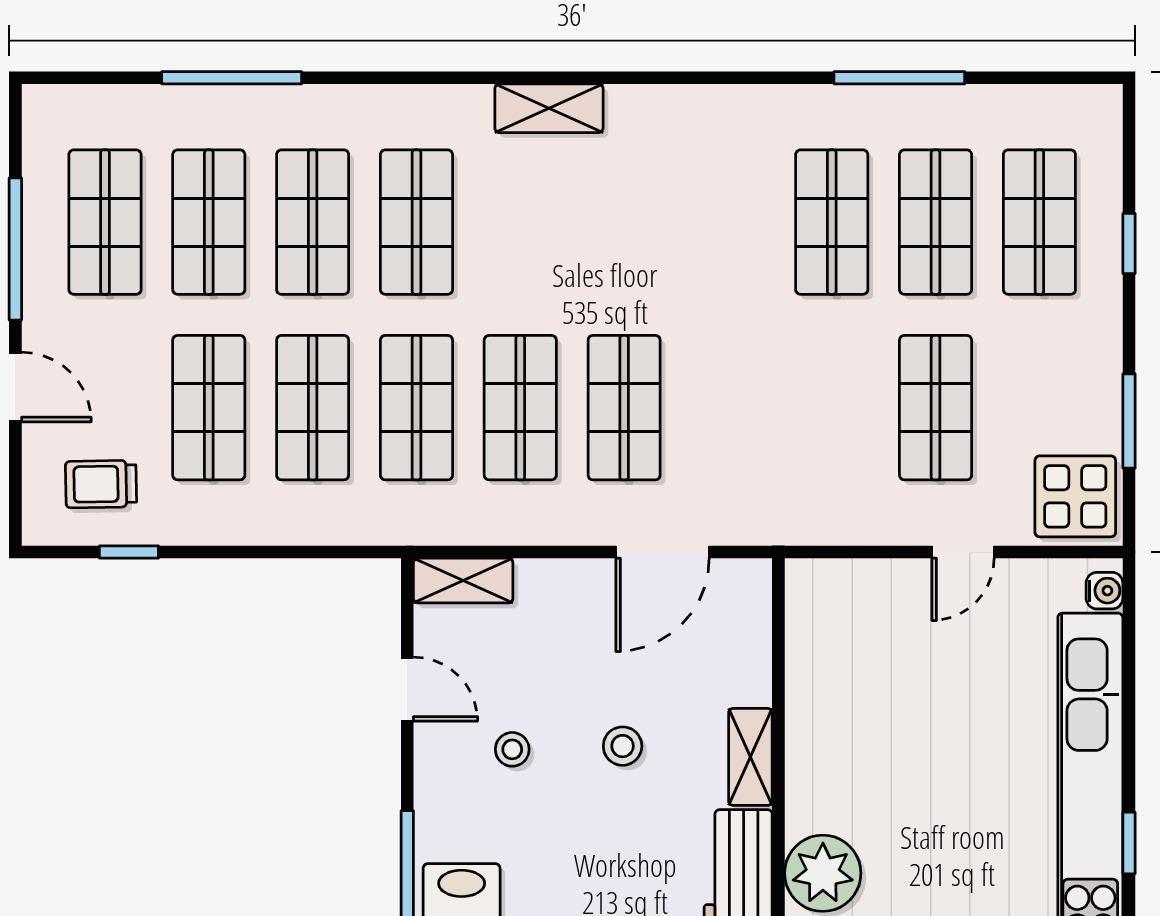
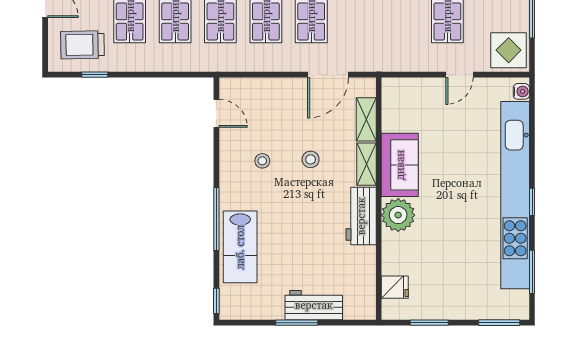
trolley: (101, 484) -> (82, 45), width x1.36, depth x1.39
shelving: (463, 581) -> (366, 119), moved, turned 90
door: (407, 689) -> (216, 113), moved
sofa: (827, 759) -> (400, 165), added

